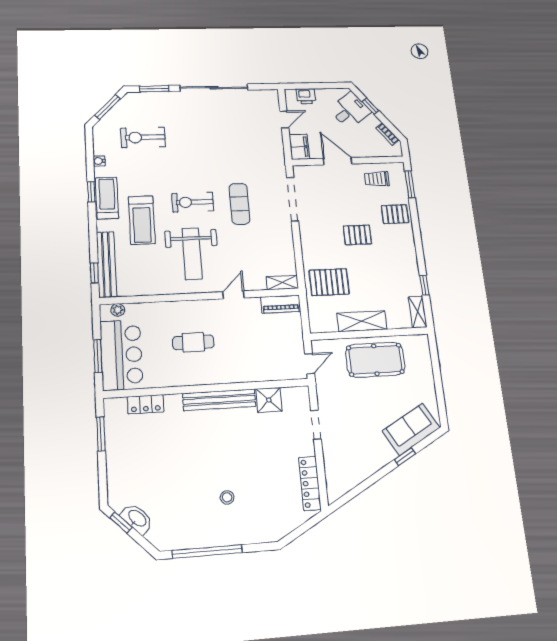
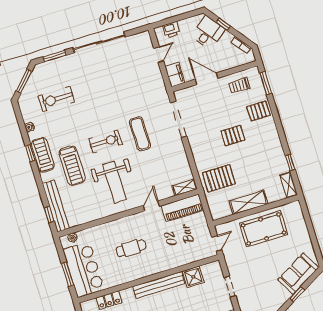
exercise bike: (193, 202) -> (105, 142), turned 180
piano: (281, 304) -> (182, 208), width x1.37, depth x1.33

